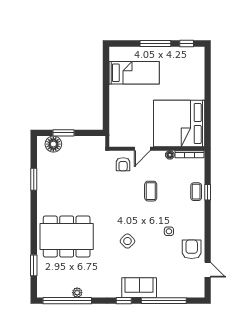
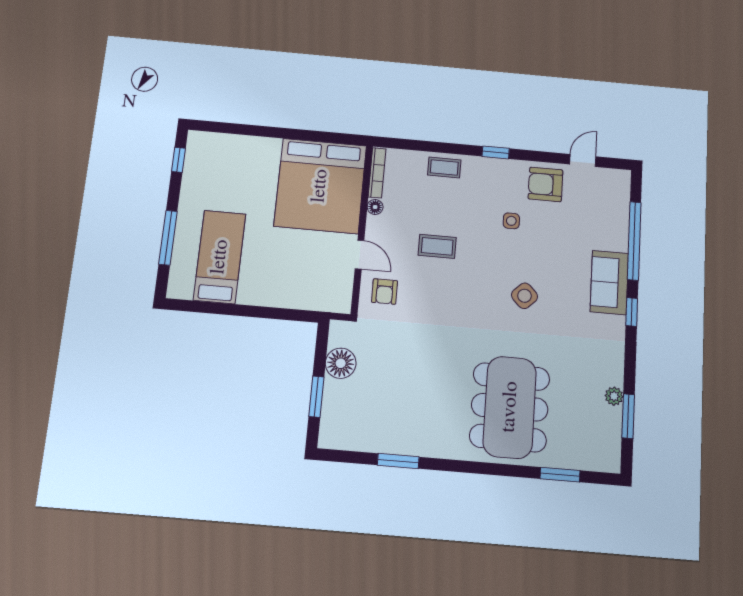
window: (155, 43) -> (168, 238), moved
floor lamp: (53, 144) -> (341, 363), moved
armchair: (123, 164) -> (385, 292), turned 90
window: (208, 192) -> (496, 152), moved
window: (67, 301) -> (628, 416), width x0.47

